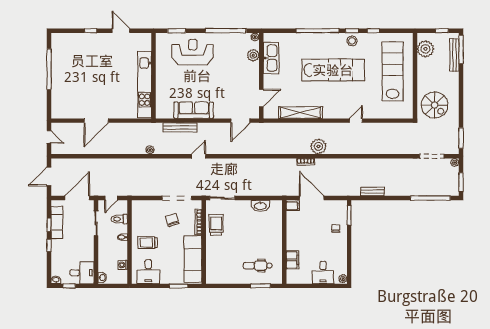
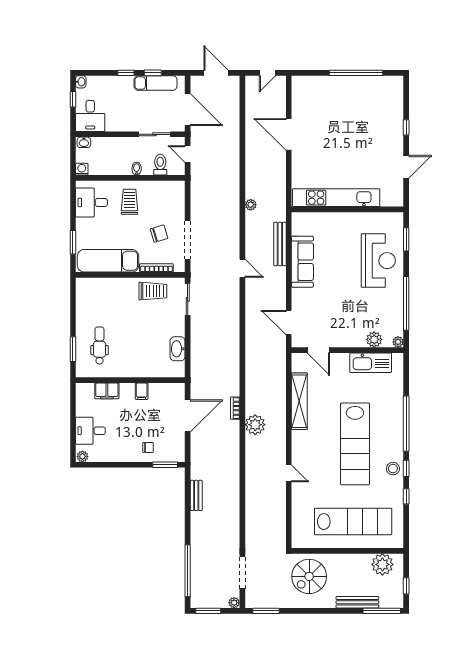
bench: (454, 55) -> (357, 602), moved
filing cabinet: (293, 206) -> (142, 391), moved
washing machine: (123, 265) -> (82, 169), moved

